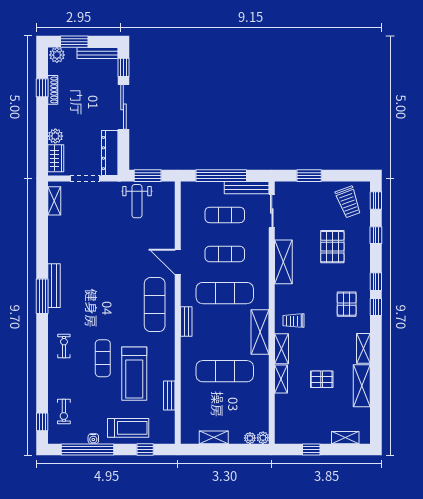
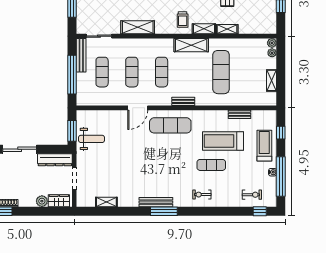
shelving: (54, 201) -> (106, 202), moved
exercise mat: (225, 293) -> (162, 72), width x0.73, depth x0.69
treadmill: (134, 374) -> (223, 141), turned 180

